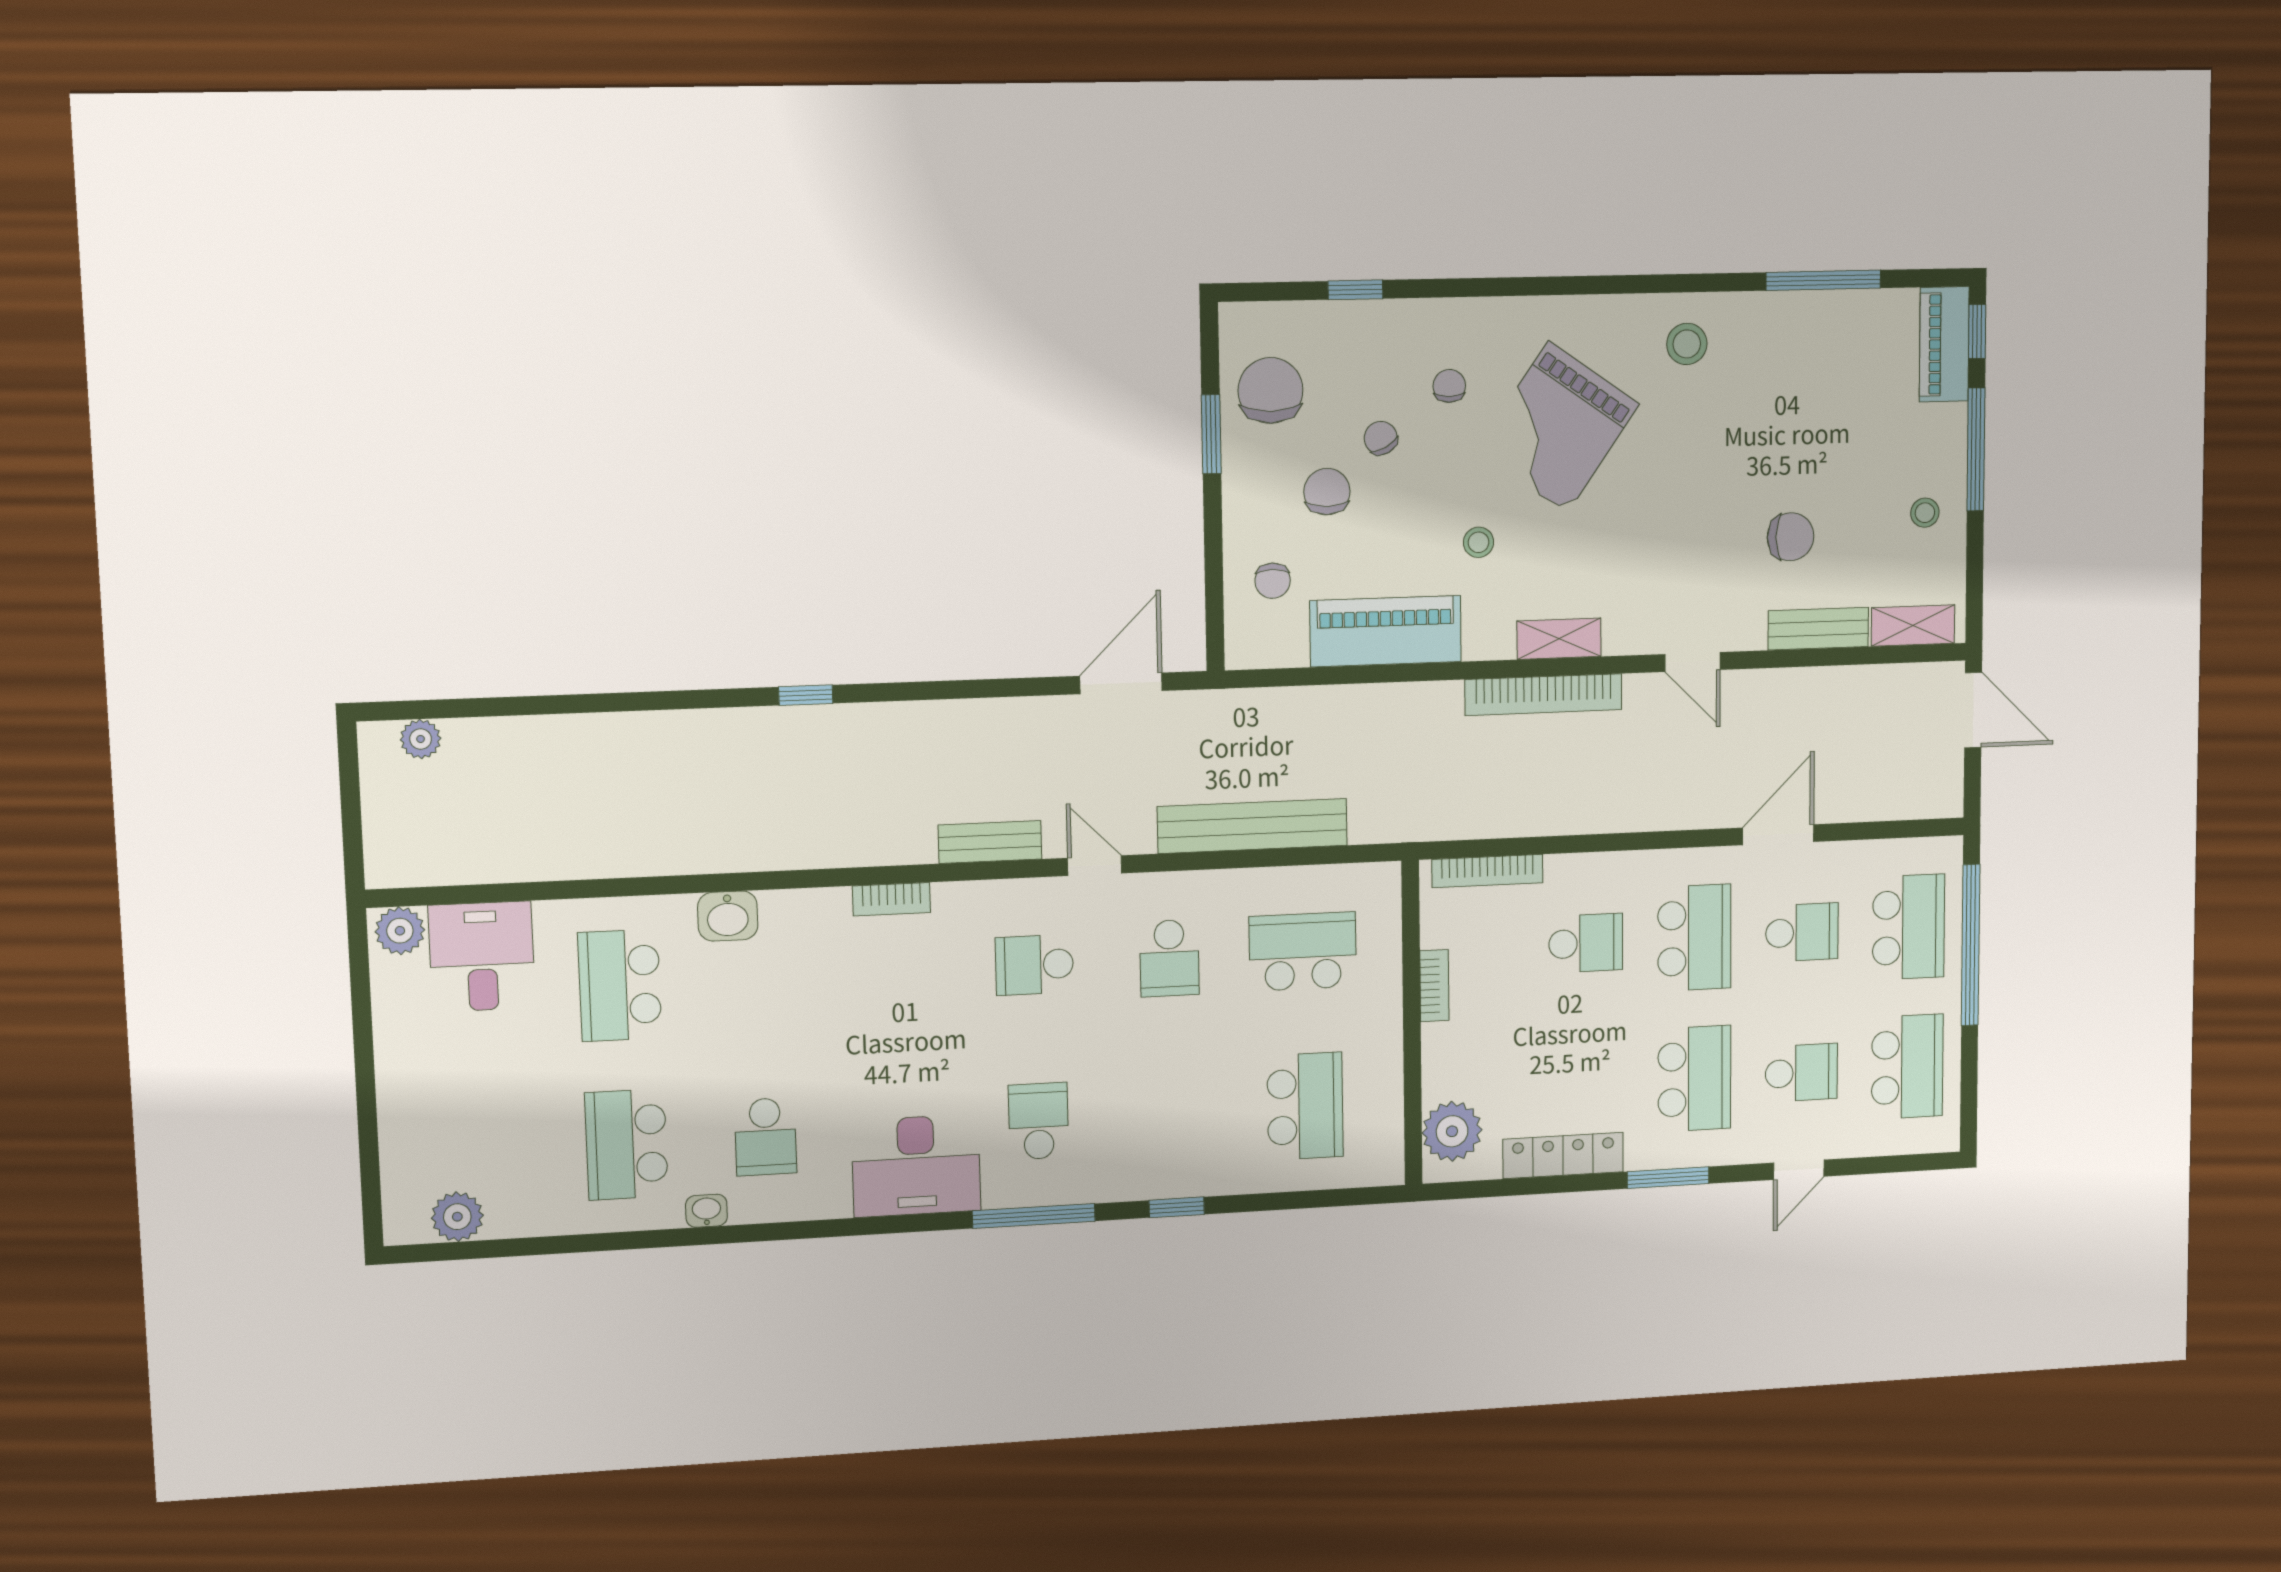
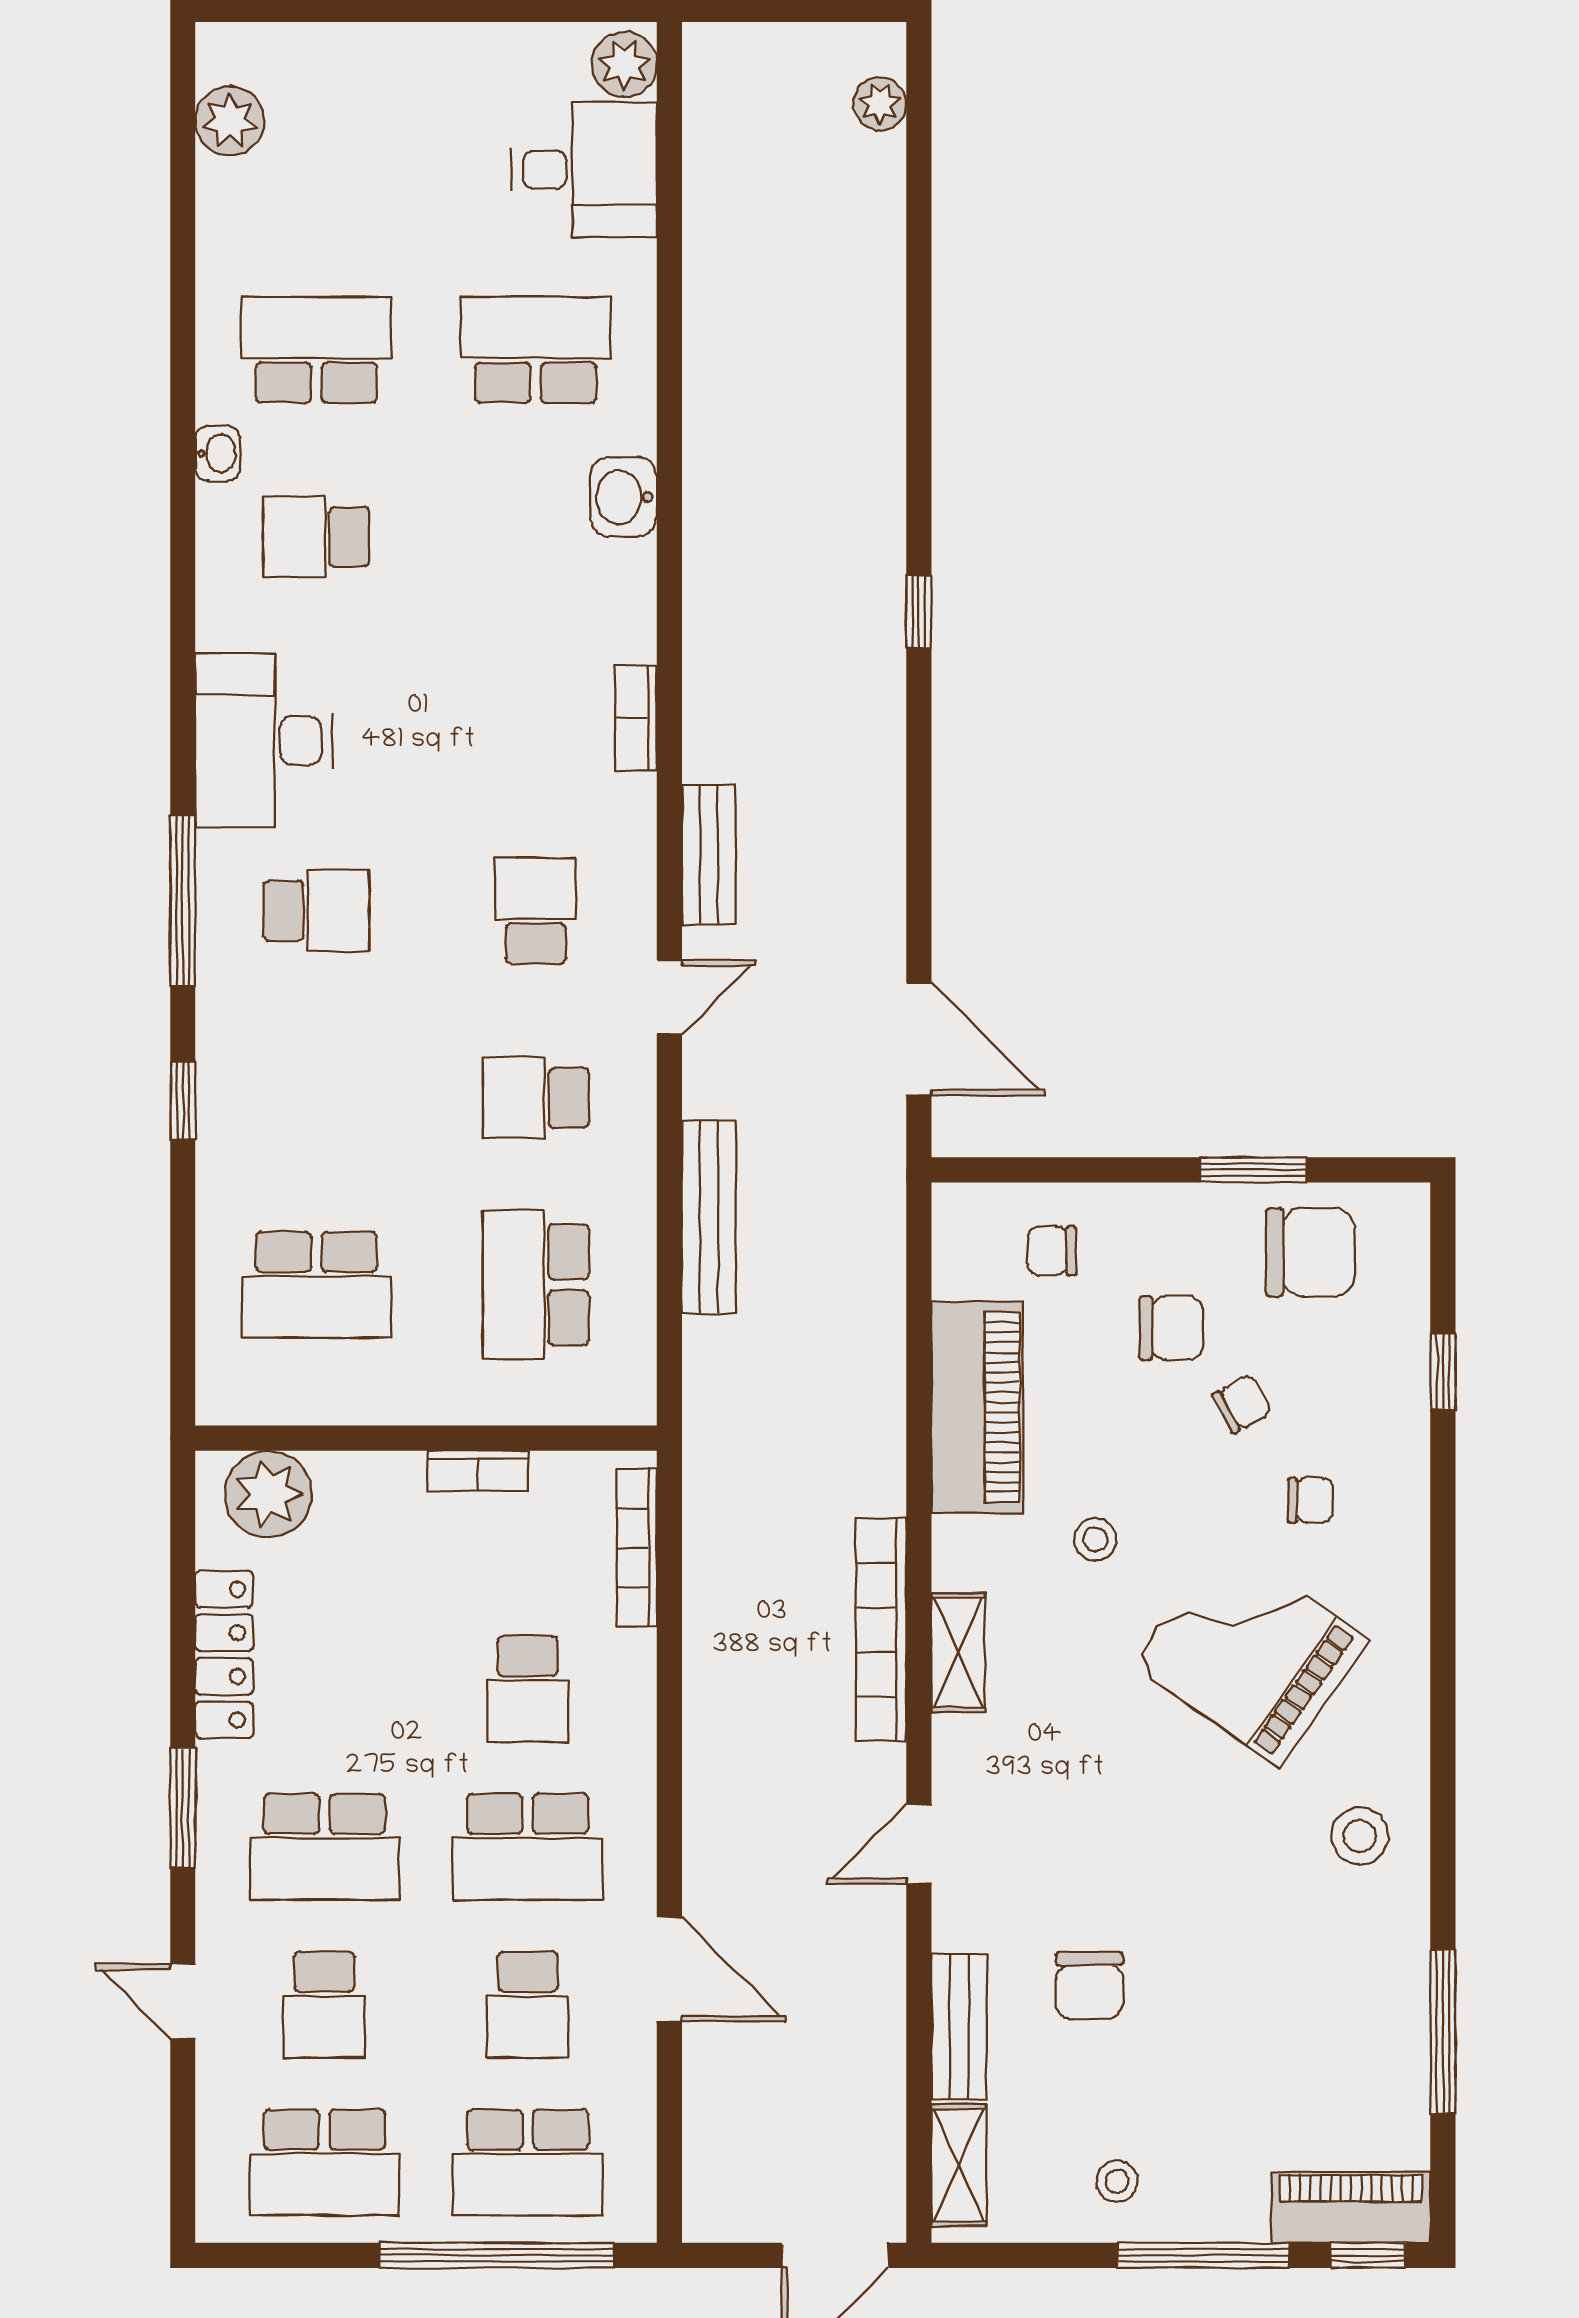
bench: (1252, 826) -> (709, 1217), width x0.73, depth x0.82
school desk: (1303, 951) -> (536, 1285), turned 180

